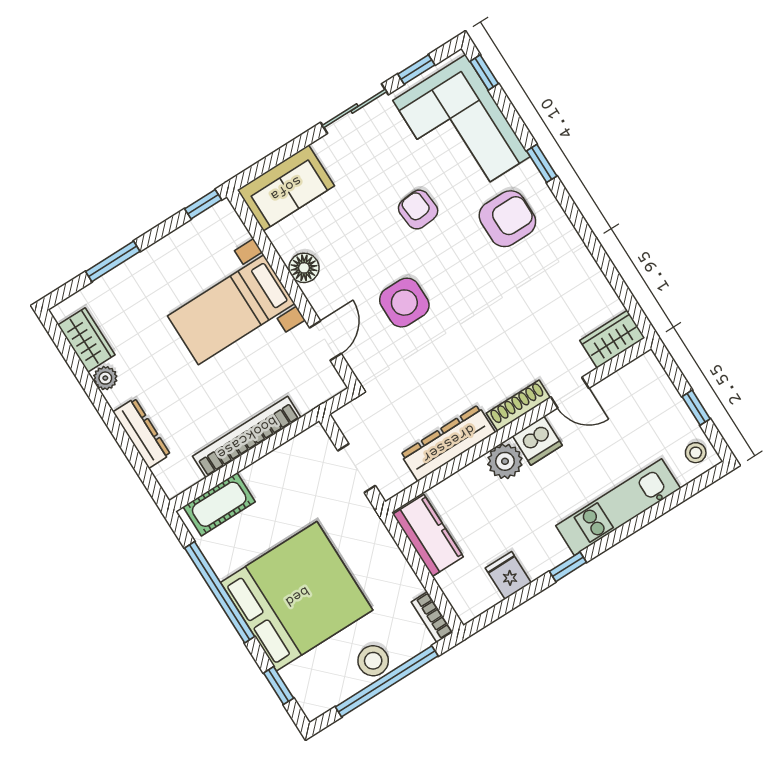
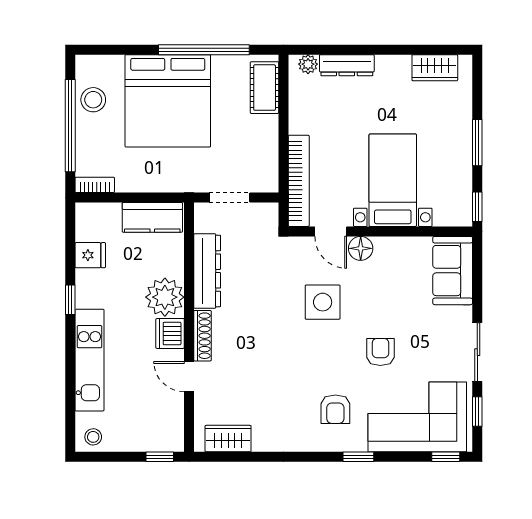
armchair: (418, 210) -> (380, 352), turned -85
armchair: (507, 219) -> (335, 409), width x0.72, depth x0.72
window: (113, 261) -> (477, 143), moved
floor lamp: (304, 268) -> (361, 248), moved
wardrobe: (612, 339) -> (228, 439), moved, turned -90
plant: (105, 378) -> (308, 64), moved
door: (570, 393) -> (189, 377), hinge flipped
window: (696, 408) -> (160, 457), moved
bookcase: (247, 437) -> (299, 181), moved
plant: (505, 461) -> (165, 297), width x1.36, depth x1.36
stool: (373, 661) -> (93, 100), moved
window: (279, 686) -> (114, 50), removed

